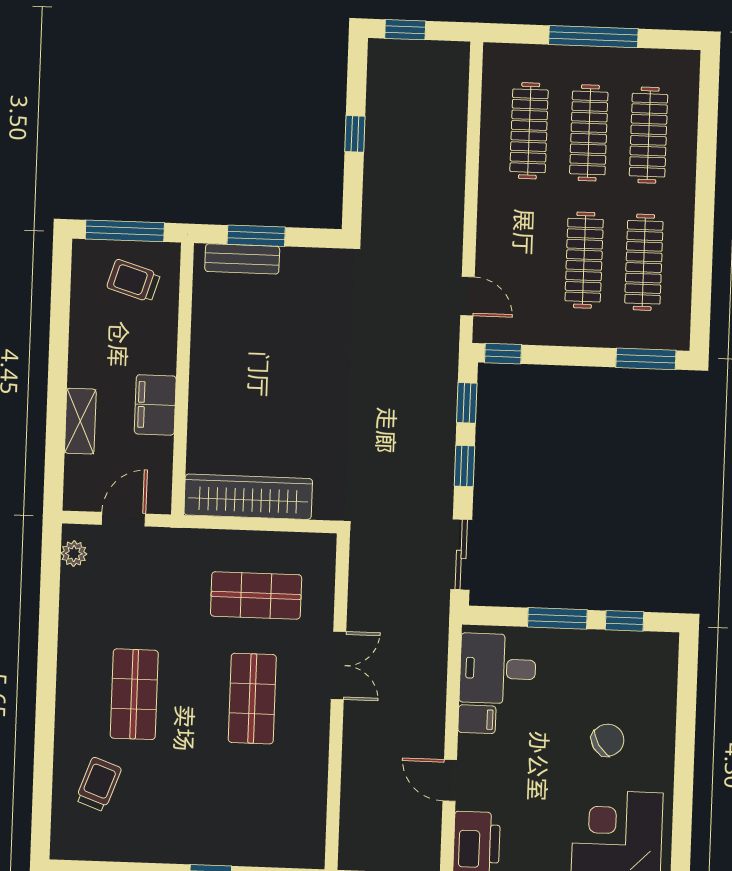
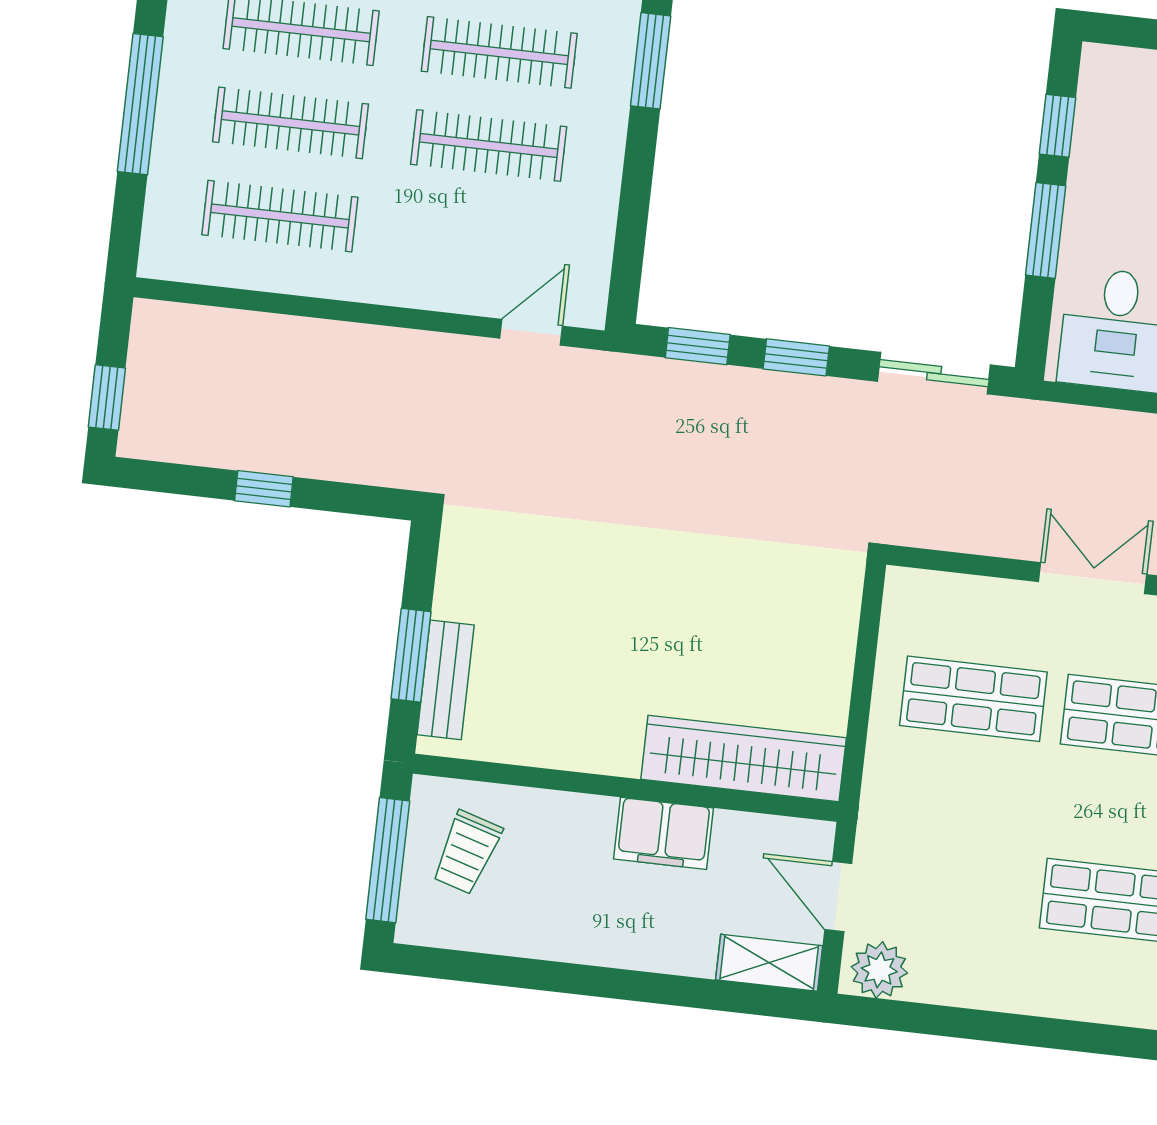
window: (503, 354) -> (625, 284), removed
shelving: (80, 421) -> (769, 963), moved
wardrobe: (248, 497) -> (744, 759), moved, turned 90
plant: (74, 554) -> (879, 970), width x1.38, depth x1.38
shop shelf: (256, 595) -> (973, 699), turned 90

